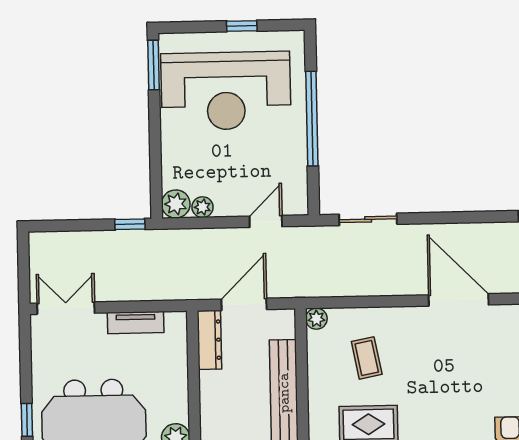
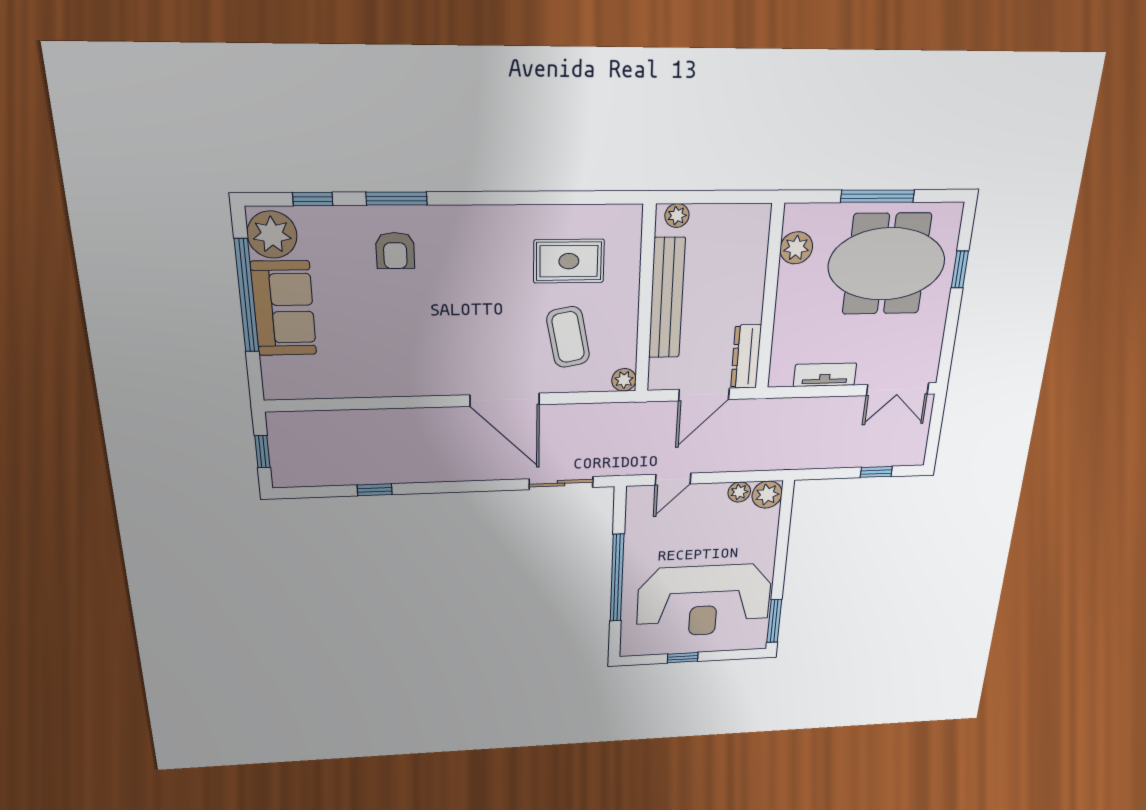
reception desk: (226, 91) -> (704, 601), turned 180
window: (130, 224) -> (876, 472), moved
door: (459, 300) -> (505, 400), moved
coffee table: (367, 358) -> (568, 337), width x1.36, depth x1.30

